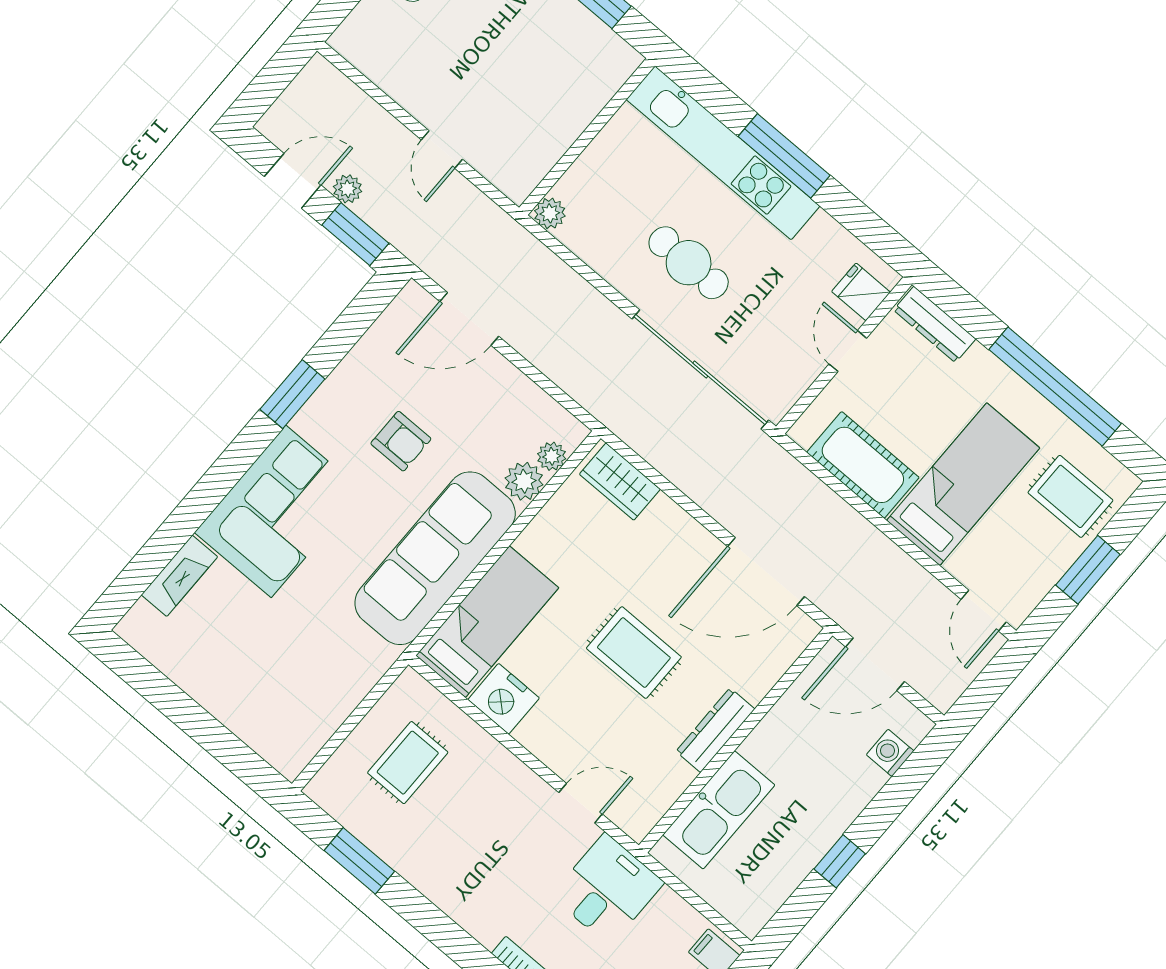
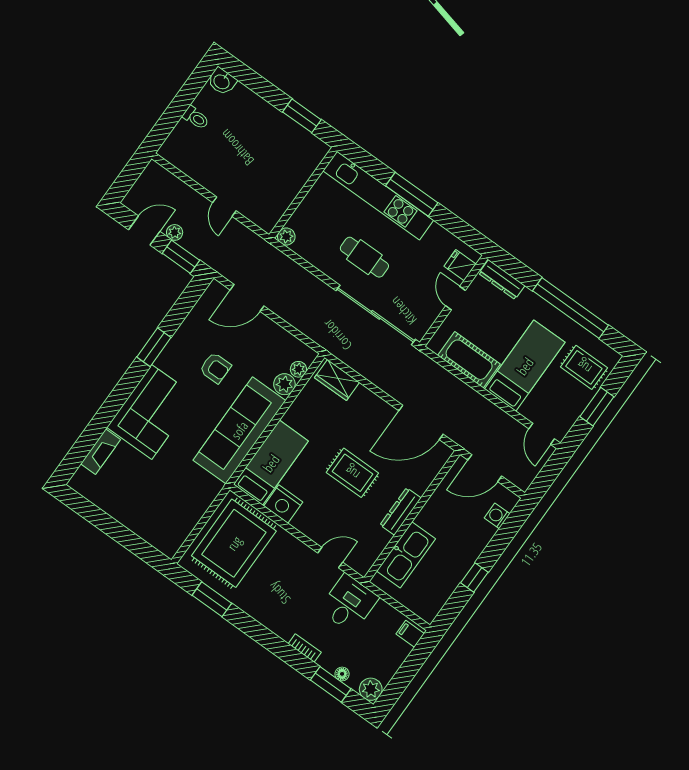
rug: (408, 763) -> (234, 543), width x1.86, depth x2.06

